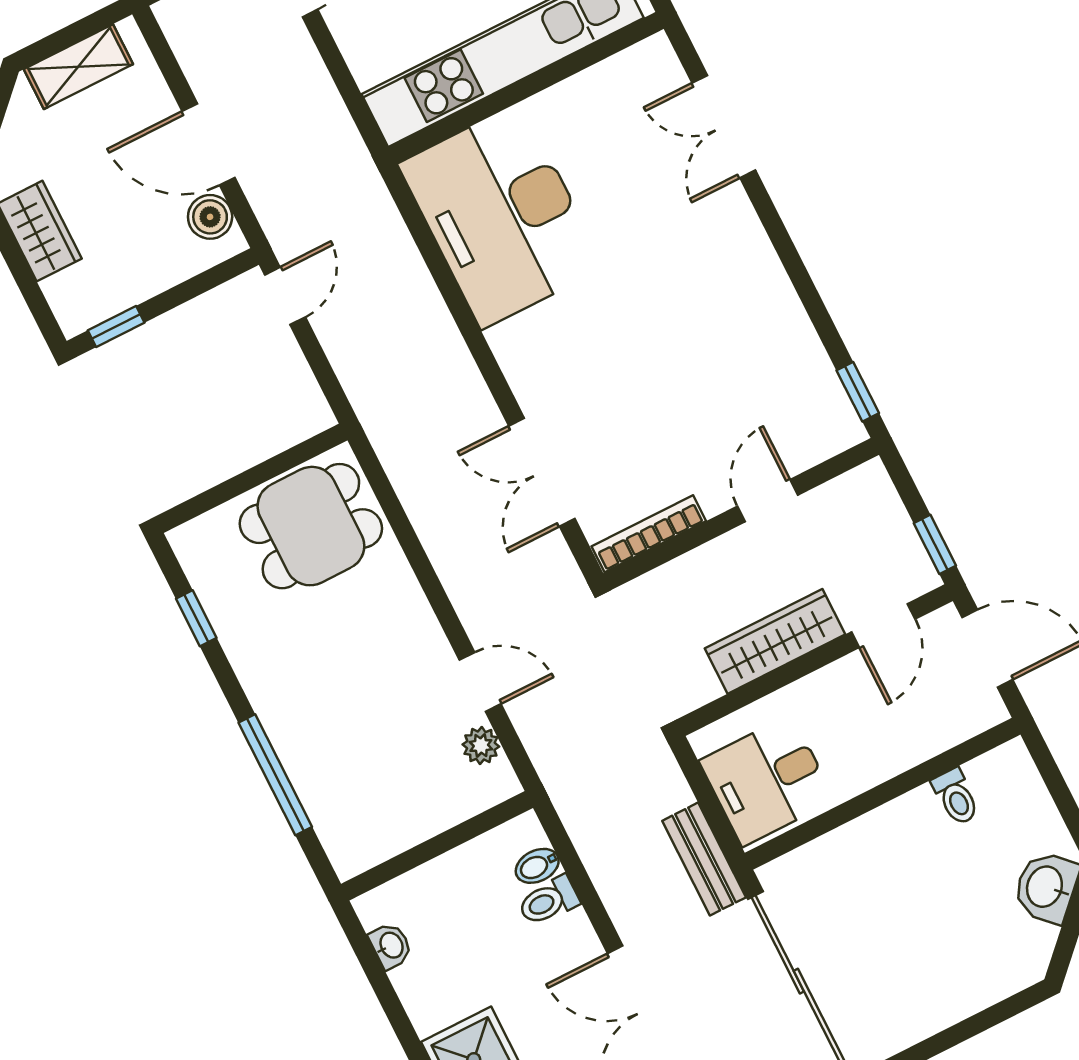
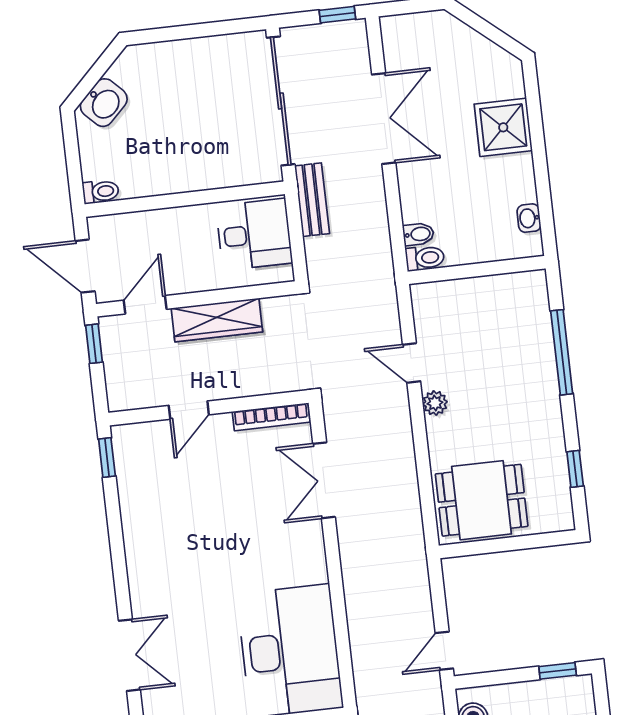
double door: (542, 472) -> (324, 480), swing flipped
plant: (481, 746) -> (435, 403), moved
toilet: (956, 797) -> (101, 192), moved, turned 90
toilet: (549, 901) -> (425, 258), moved

